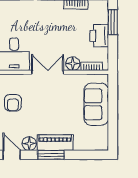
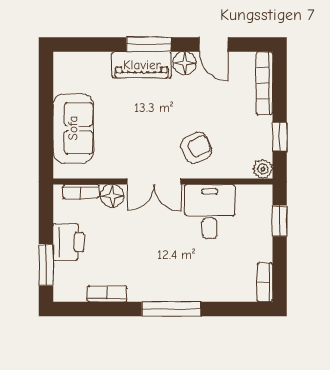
armchair: (13, 103) -> (196, 148), moved, turned 64

